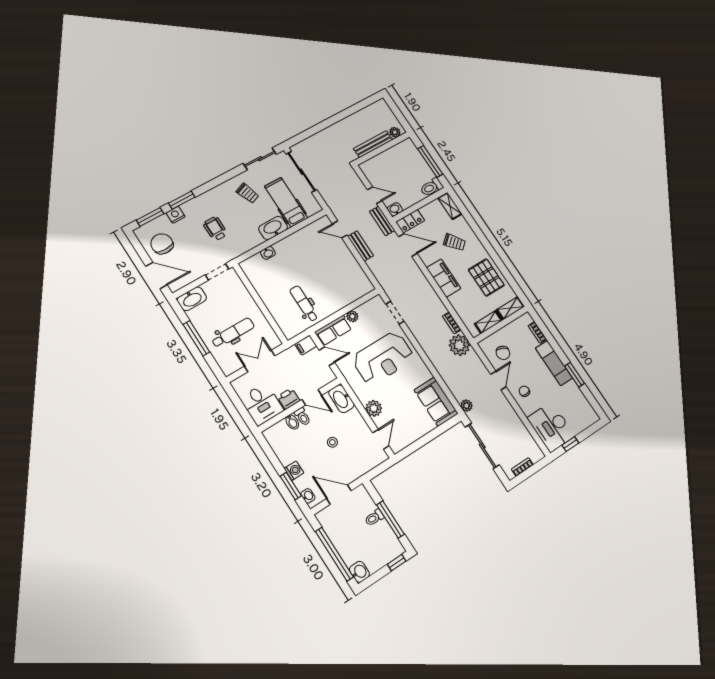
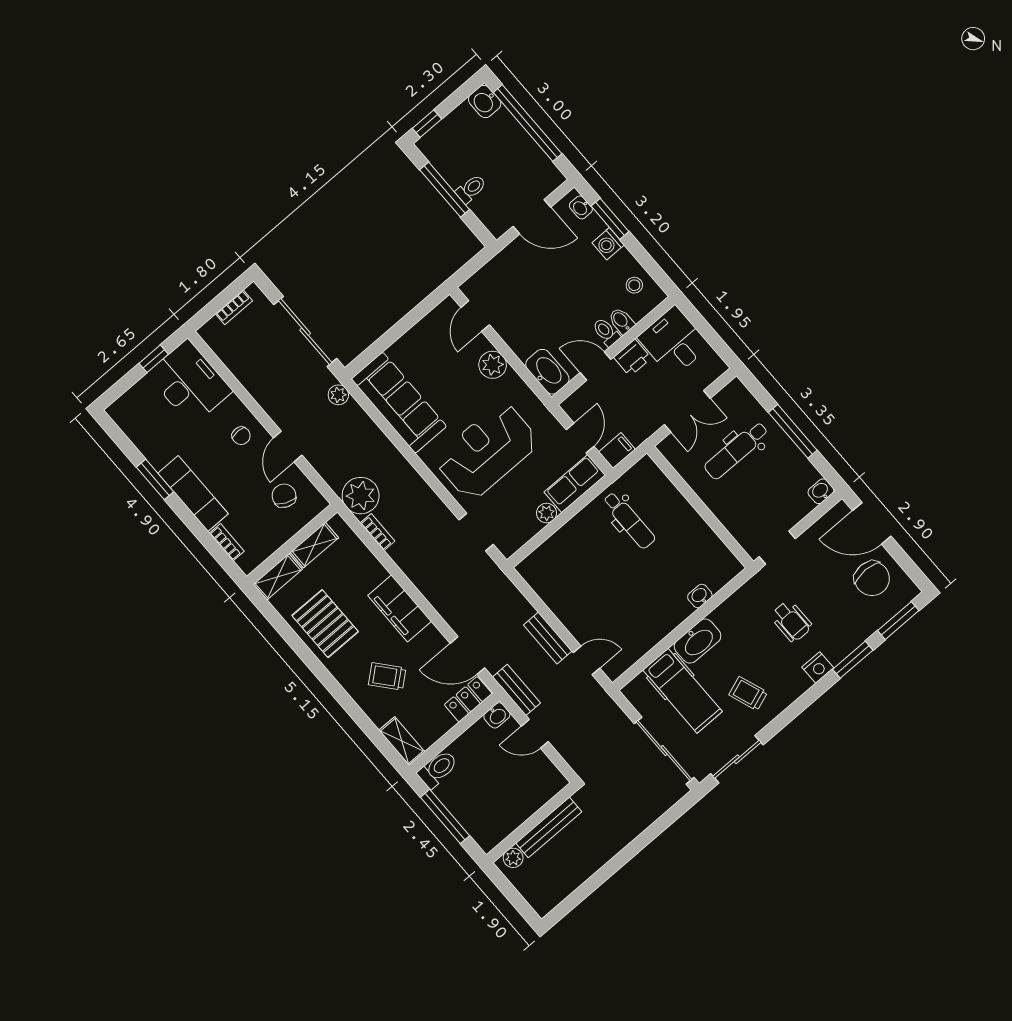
nightstand: (176, 215) -> (818, 667), moved
washbasin: (192, 299) -> (821, 491), width x0.52, depth x0.69
door: (327, 356) -> (580, 438), swing flipped
sofa: (436, 402) -> (399, 403), width x1.36
stool: (332, 442) -> (634, 285), moved

